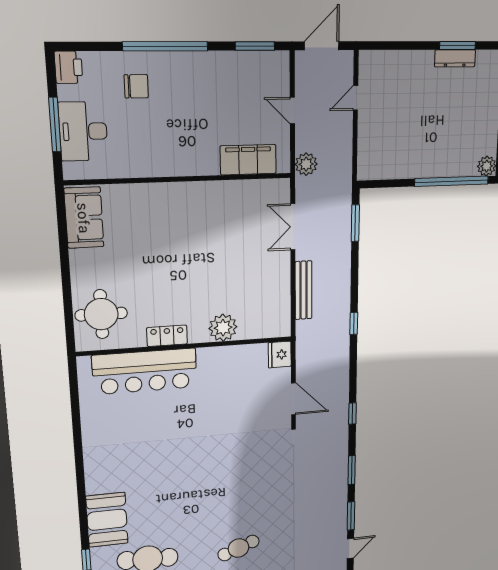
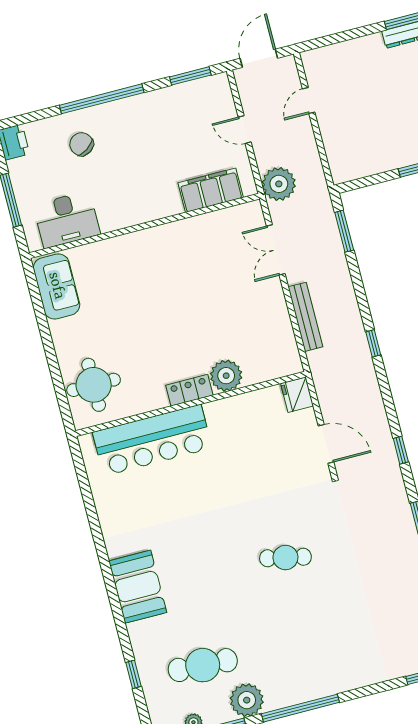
chair: (136, 86) -> (82, 144), turned -124
desk: (83, 131) -> (67, 220), moved, turned -90
plant: (306, 164) -> (279, 184), width x1.36, depth x1.36
locker: (167, 336) -> (189, 390), moved
booth: (107, 520) -> (138, 587), moved
cafe table: (239, 548) -> (285, 558), moved, turned 33

